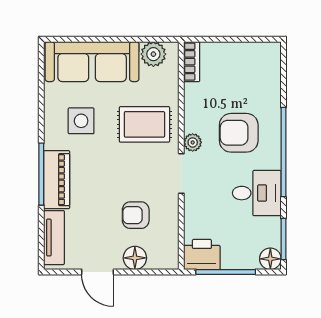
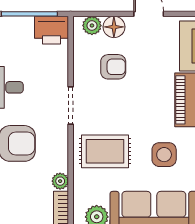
plant: (193, 142) -> (60, 181), moved
plant: (159, 259) -> (92, 26), added

